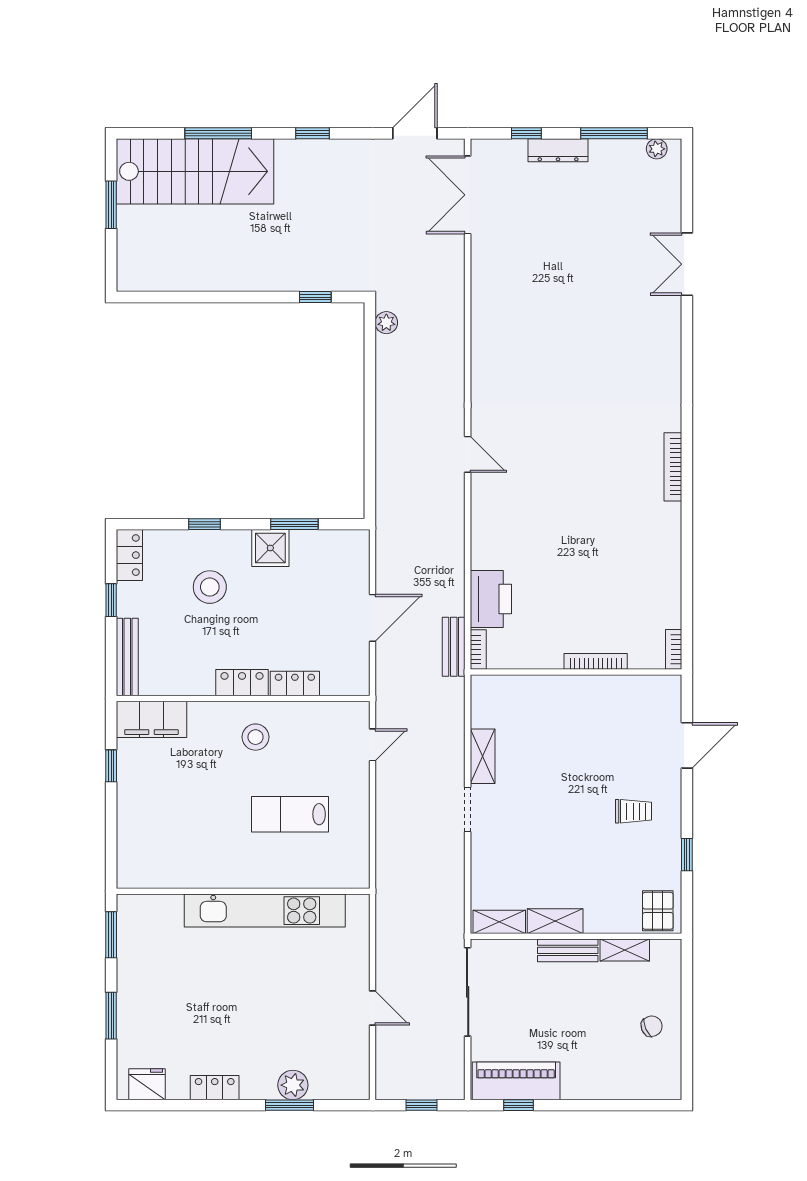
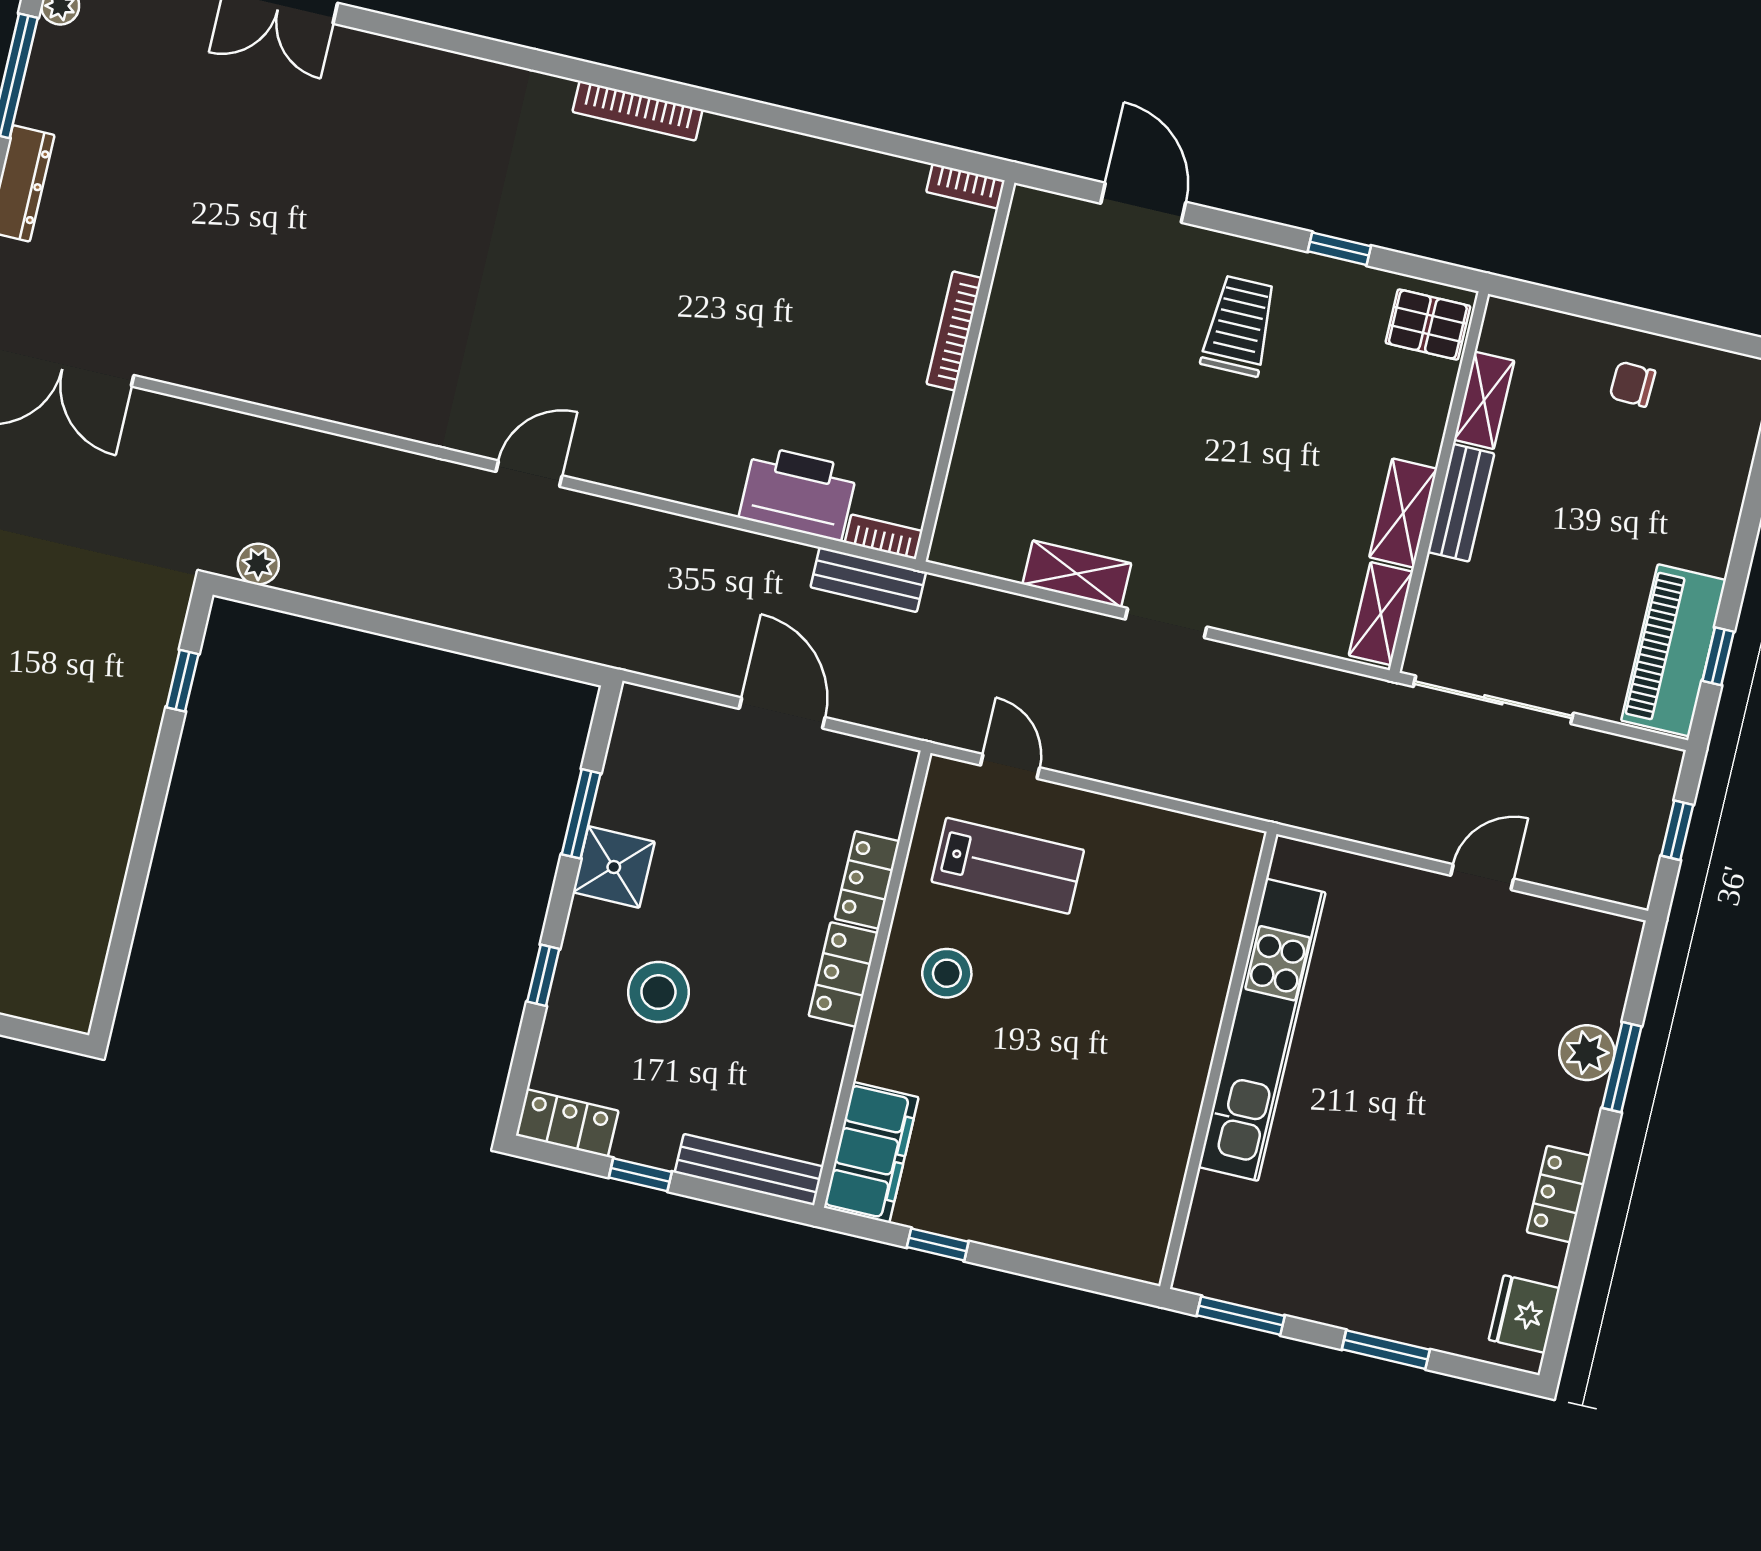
trolley: (634, 811) -> (1239, 326), width x1.36, depth x1.39
lab bench: (290, 814) -> (1008, 866), moved, turned -90
chair: (652, 1026) -> (1632, 384), turned -64

